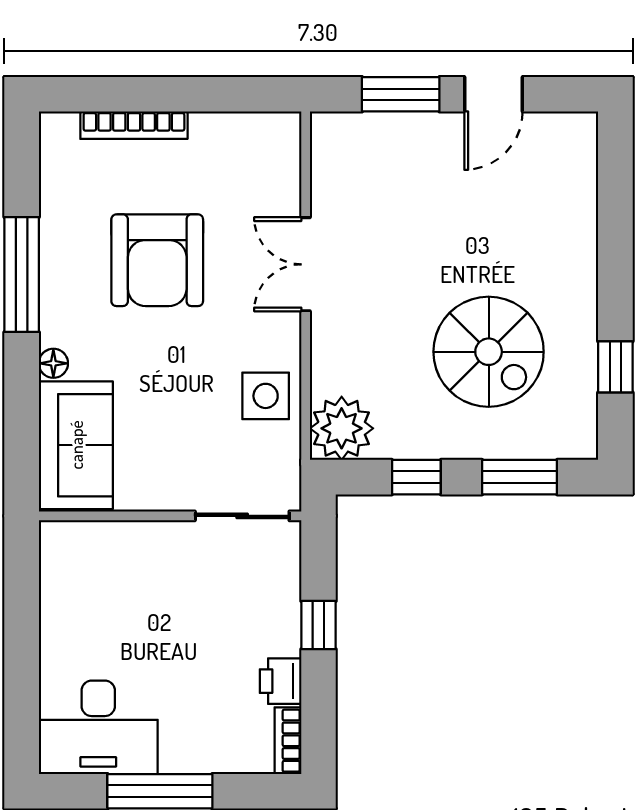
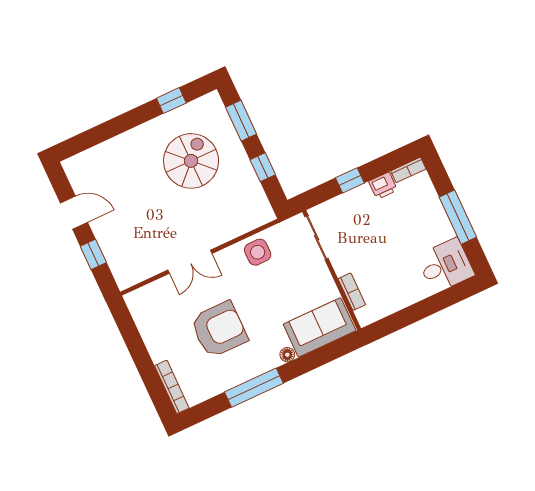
window: (401, 94) -> (93, 254), width x0.67
bookcase: (134, 125) -> (172, 387), moved
plant: (342, 428) -> (256, 211), removed
bookcase: (114, 534) -> (352, 292), added
desk: (98, 727) -> (445, 266), width x0.73

